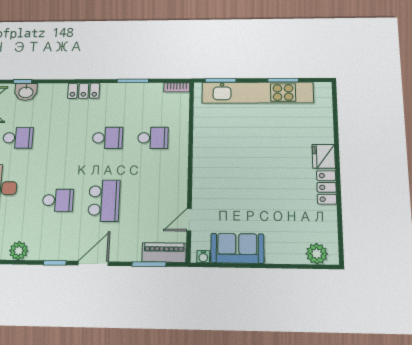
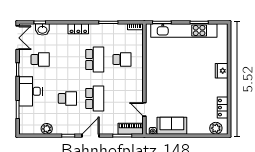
school desk: (108, 138) -> (95, 60), width x1.85
locker: (327, 187) -> (223, 108), moved
door: (189, 220) -> (144, 109), hinge flipped

